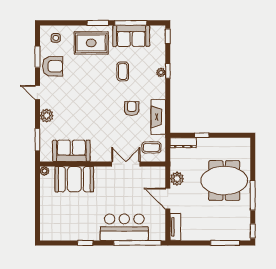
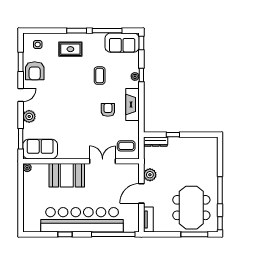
sofa: (131, 36) -> (122, 43), moved
rug: (91, 43) -> (70, 49), width x0.73, depth x0.70
armchair: (53, 66) -> (35, 71), turned 90
door: (37, 92) -> (21, 95), swing flipped
fireplace: (158, 117) -> (133, 104), moved
sofa: (71, 151) -> (40, 149), moved
booth: (74, 179) -> (67, 175), moved
meeting table: (224, 181) -> (191, 208), moved, turned 90
door: (168, 199) -> (141, 193), hinge flipped
bar counter: (124, 227) -> (82, 220), width x1.86

